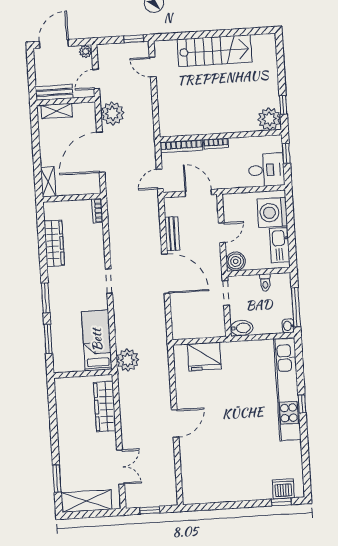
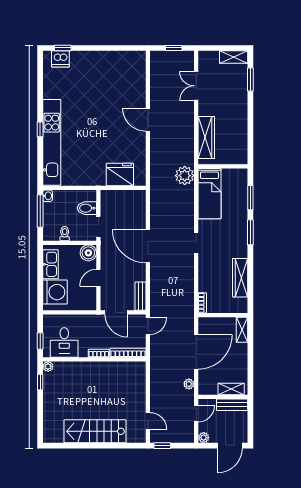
plant: (112, 113) -> (189, 384), width x0.53, depth x0.53
plant: (269, 119) -> (48, 366), width x0.53, depth x0.53
desk: (266, 170) -> (64, 342), moved, turned -90
bench: (172, 234) -> (140, 296), moved
bidet: (242, 328) -> (87, 208), moved
door: (175, 423) -> (148, 120), hinge flipped
shelving: (87, 501) -> (234, 57), width x0.67, depth x0.75

